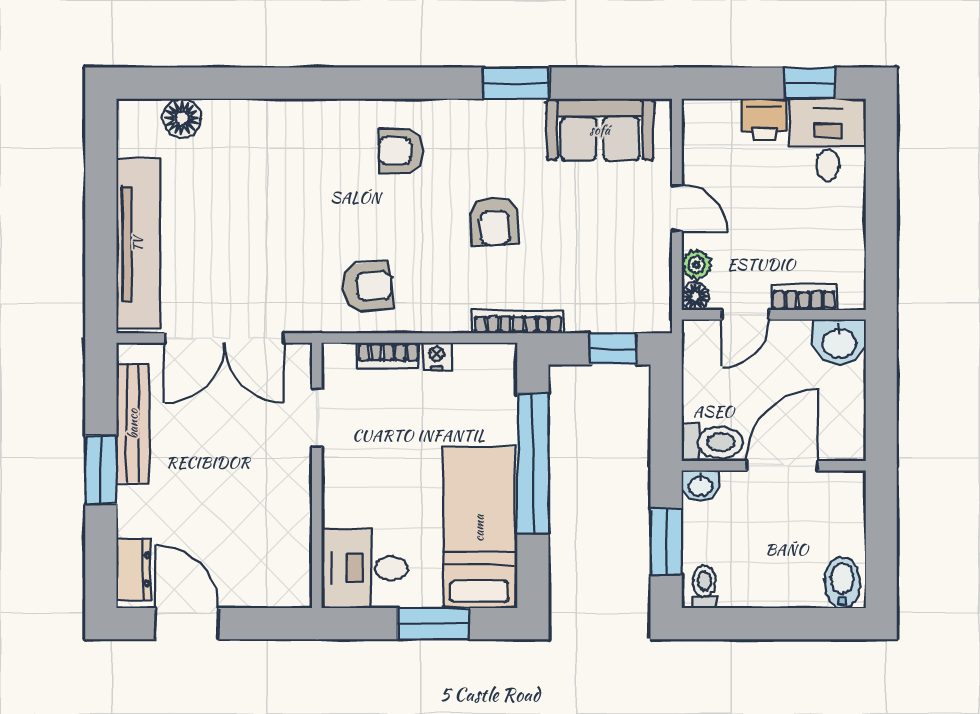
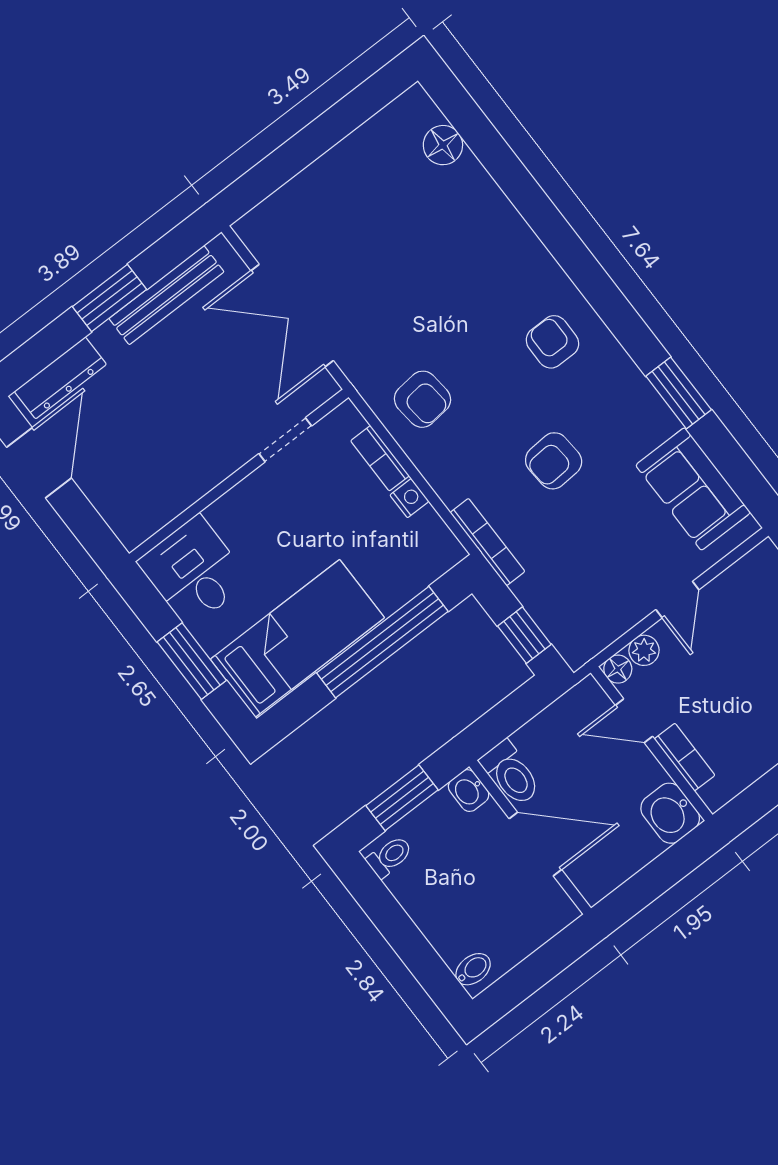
tv unit: (138, 244) -> (315, 188), removed
dresser: (134, 569) -> (60, 378), width x1.44
bidet: (842, 582) -> (473, 969), width x0.72, depth x0.74

